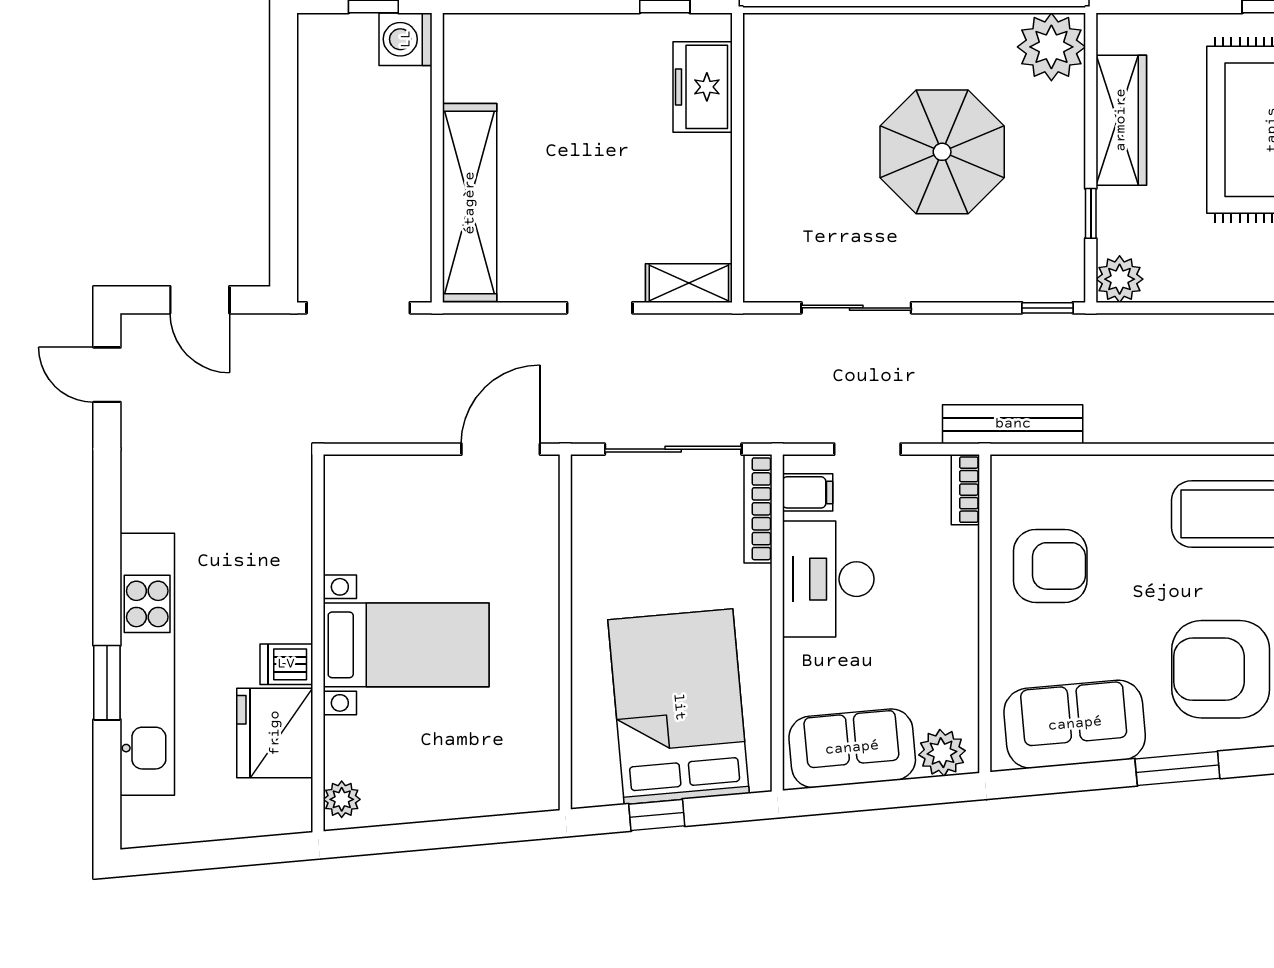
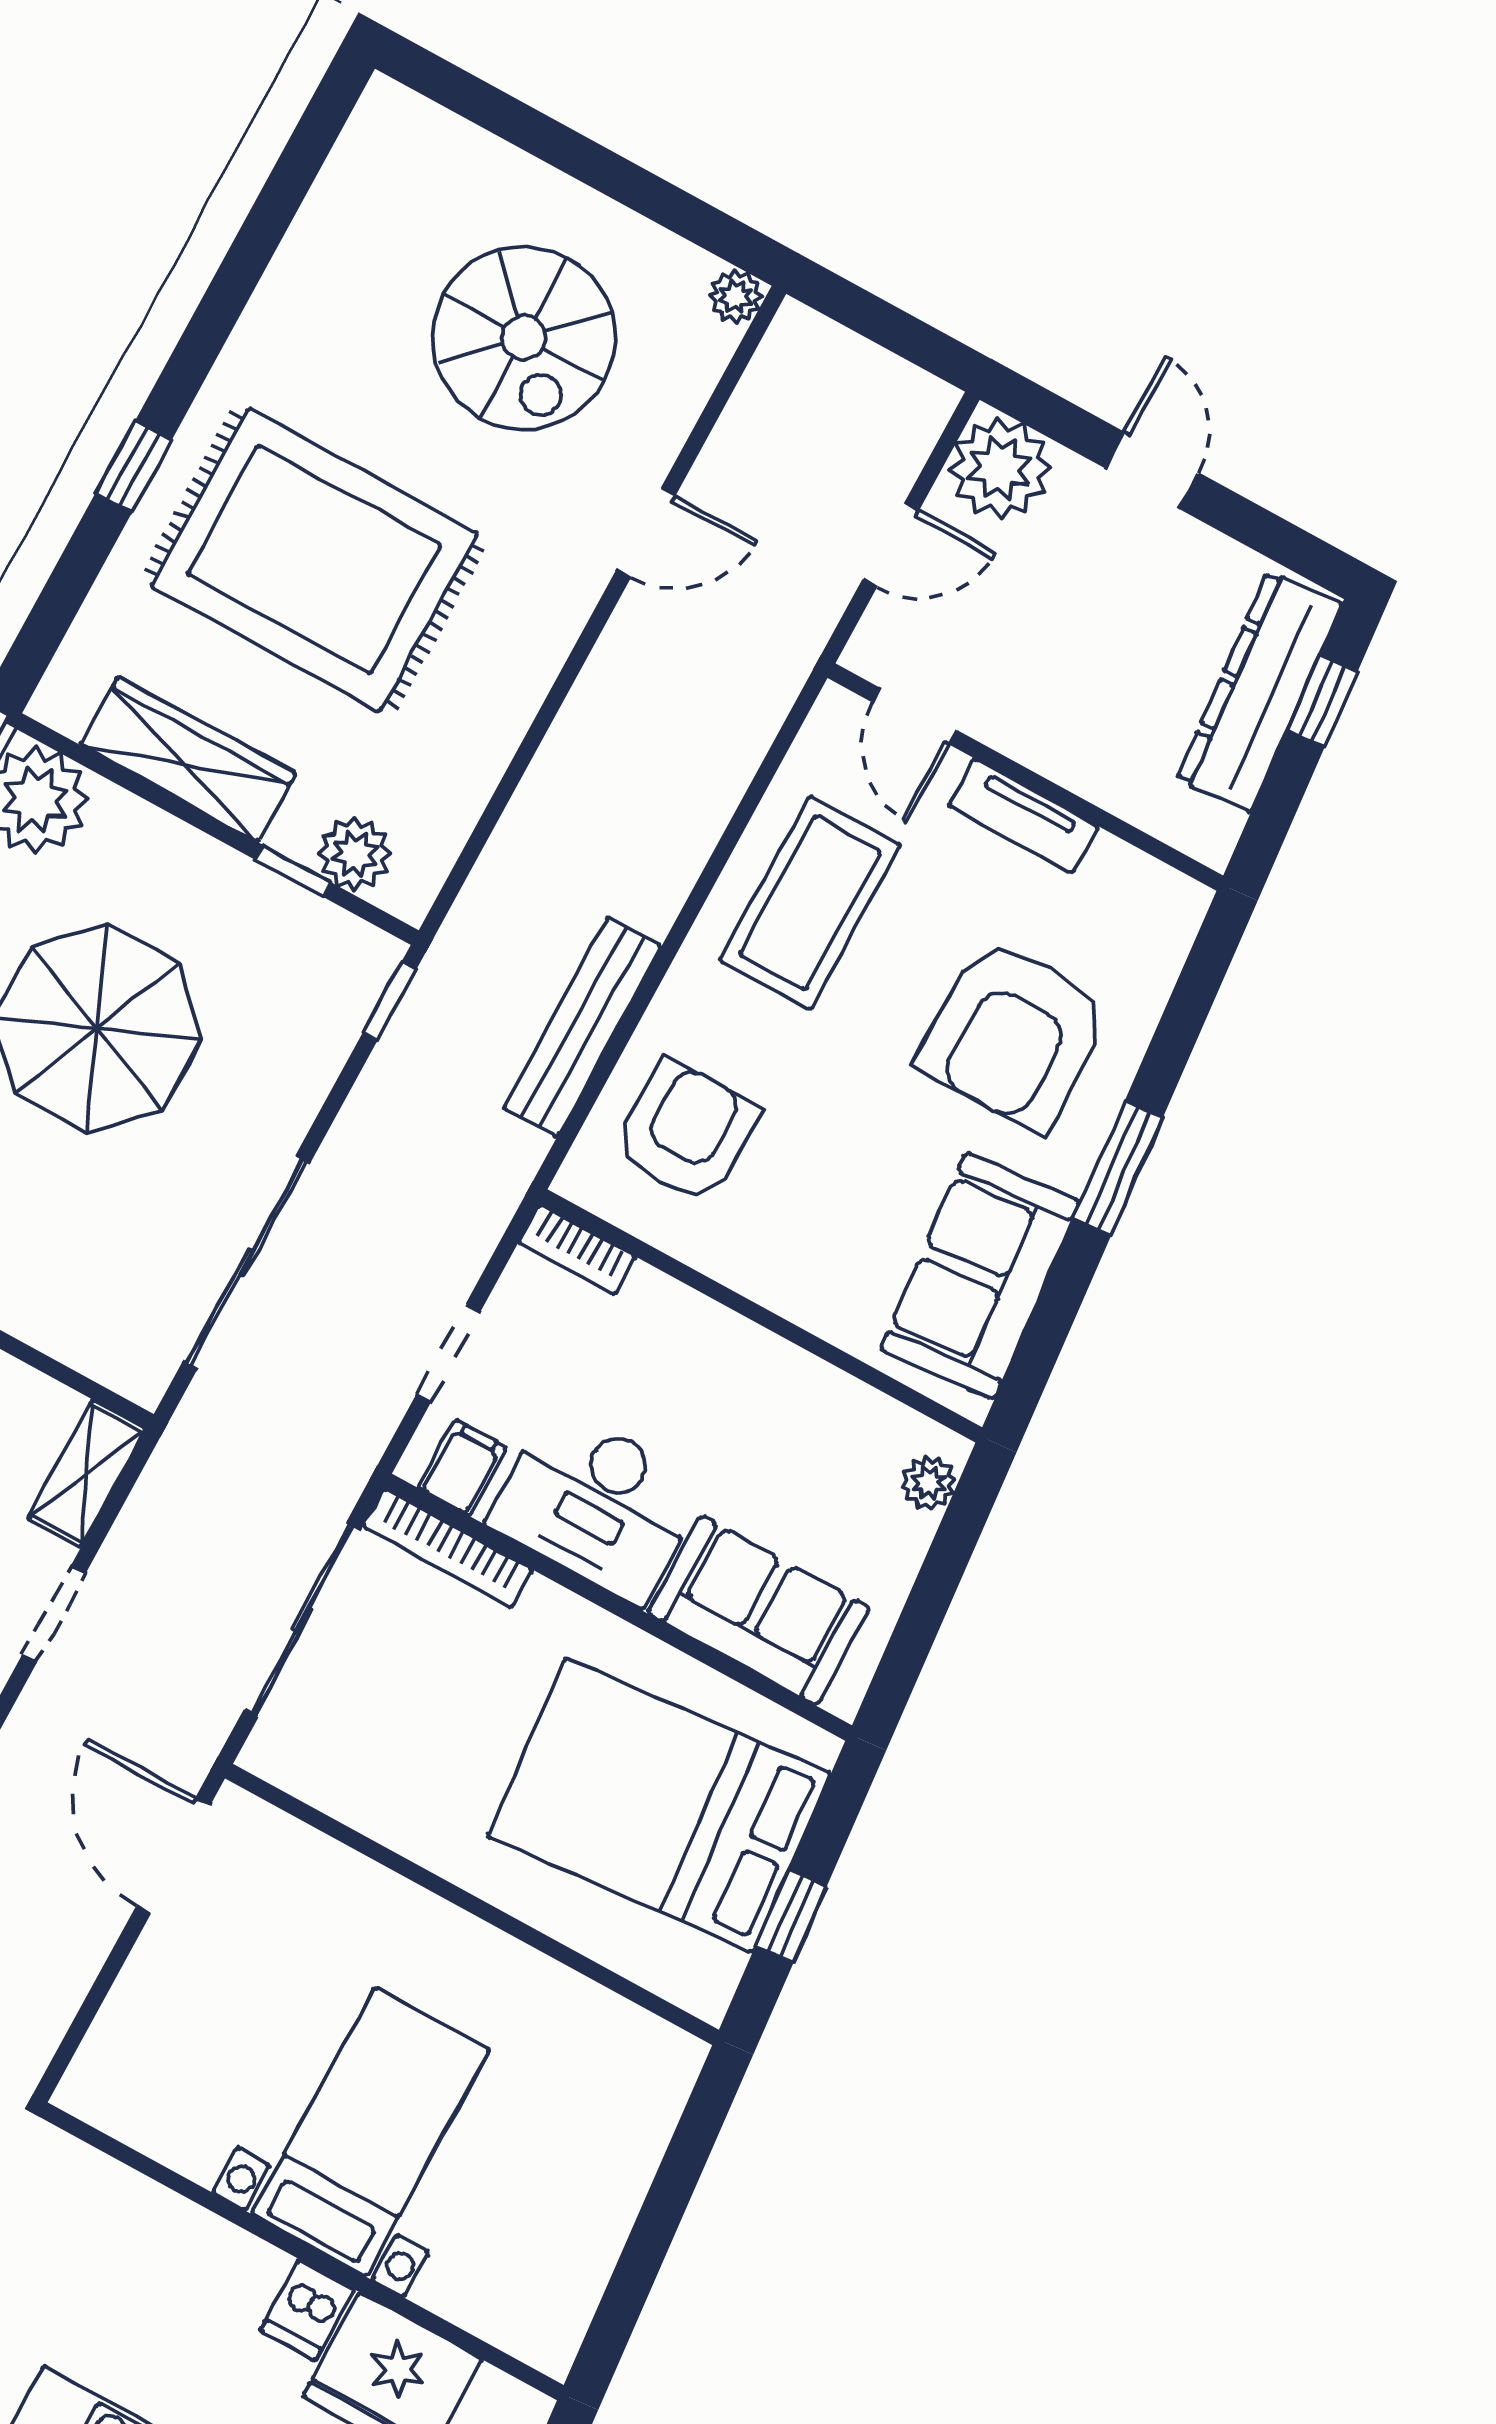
plant: (1120, 279) -> (355, 854), moved
sliding door: (856, 308) -> (246, 1263), width x1.37
bench: (1013, 424) -> (583, 1027), moved
armchair: (1050, 566) -> (686, 1132), moved
sofa: (852, 748) -> (759, 1611), moved, turned 95
plant: (942, 753) -> (929, 1483), width x0.73, depth x0.73
plant: (342, 799) -> (533, 2336), removed

